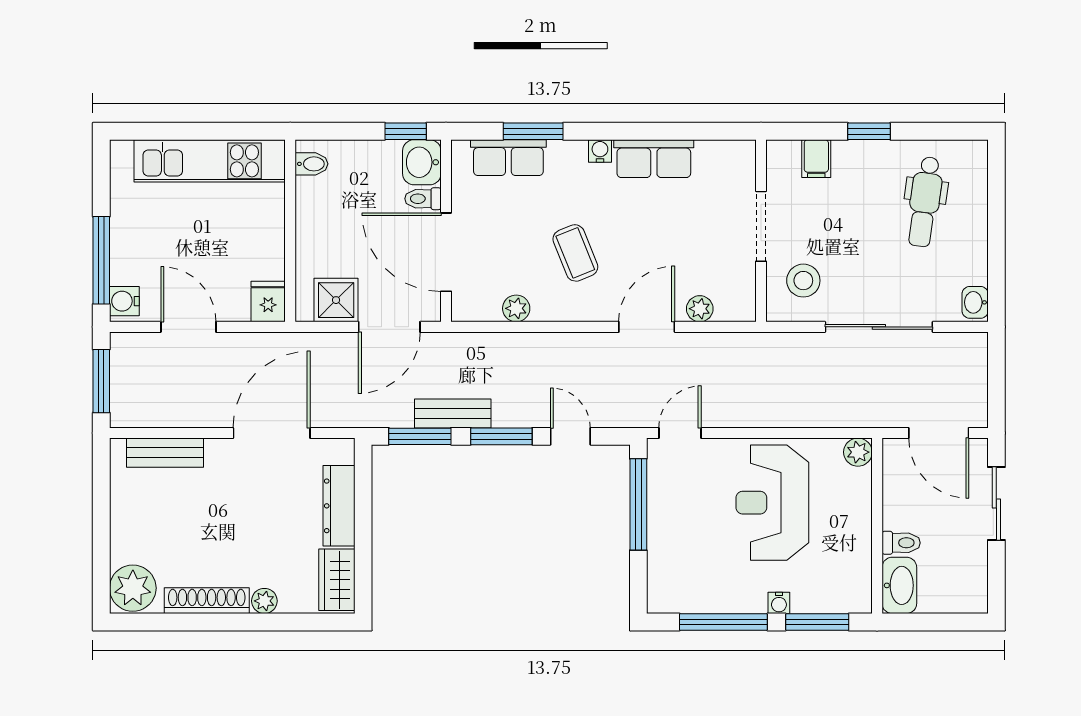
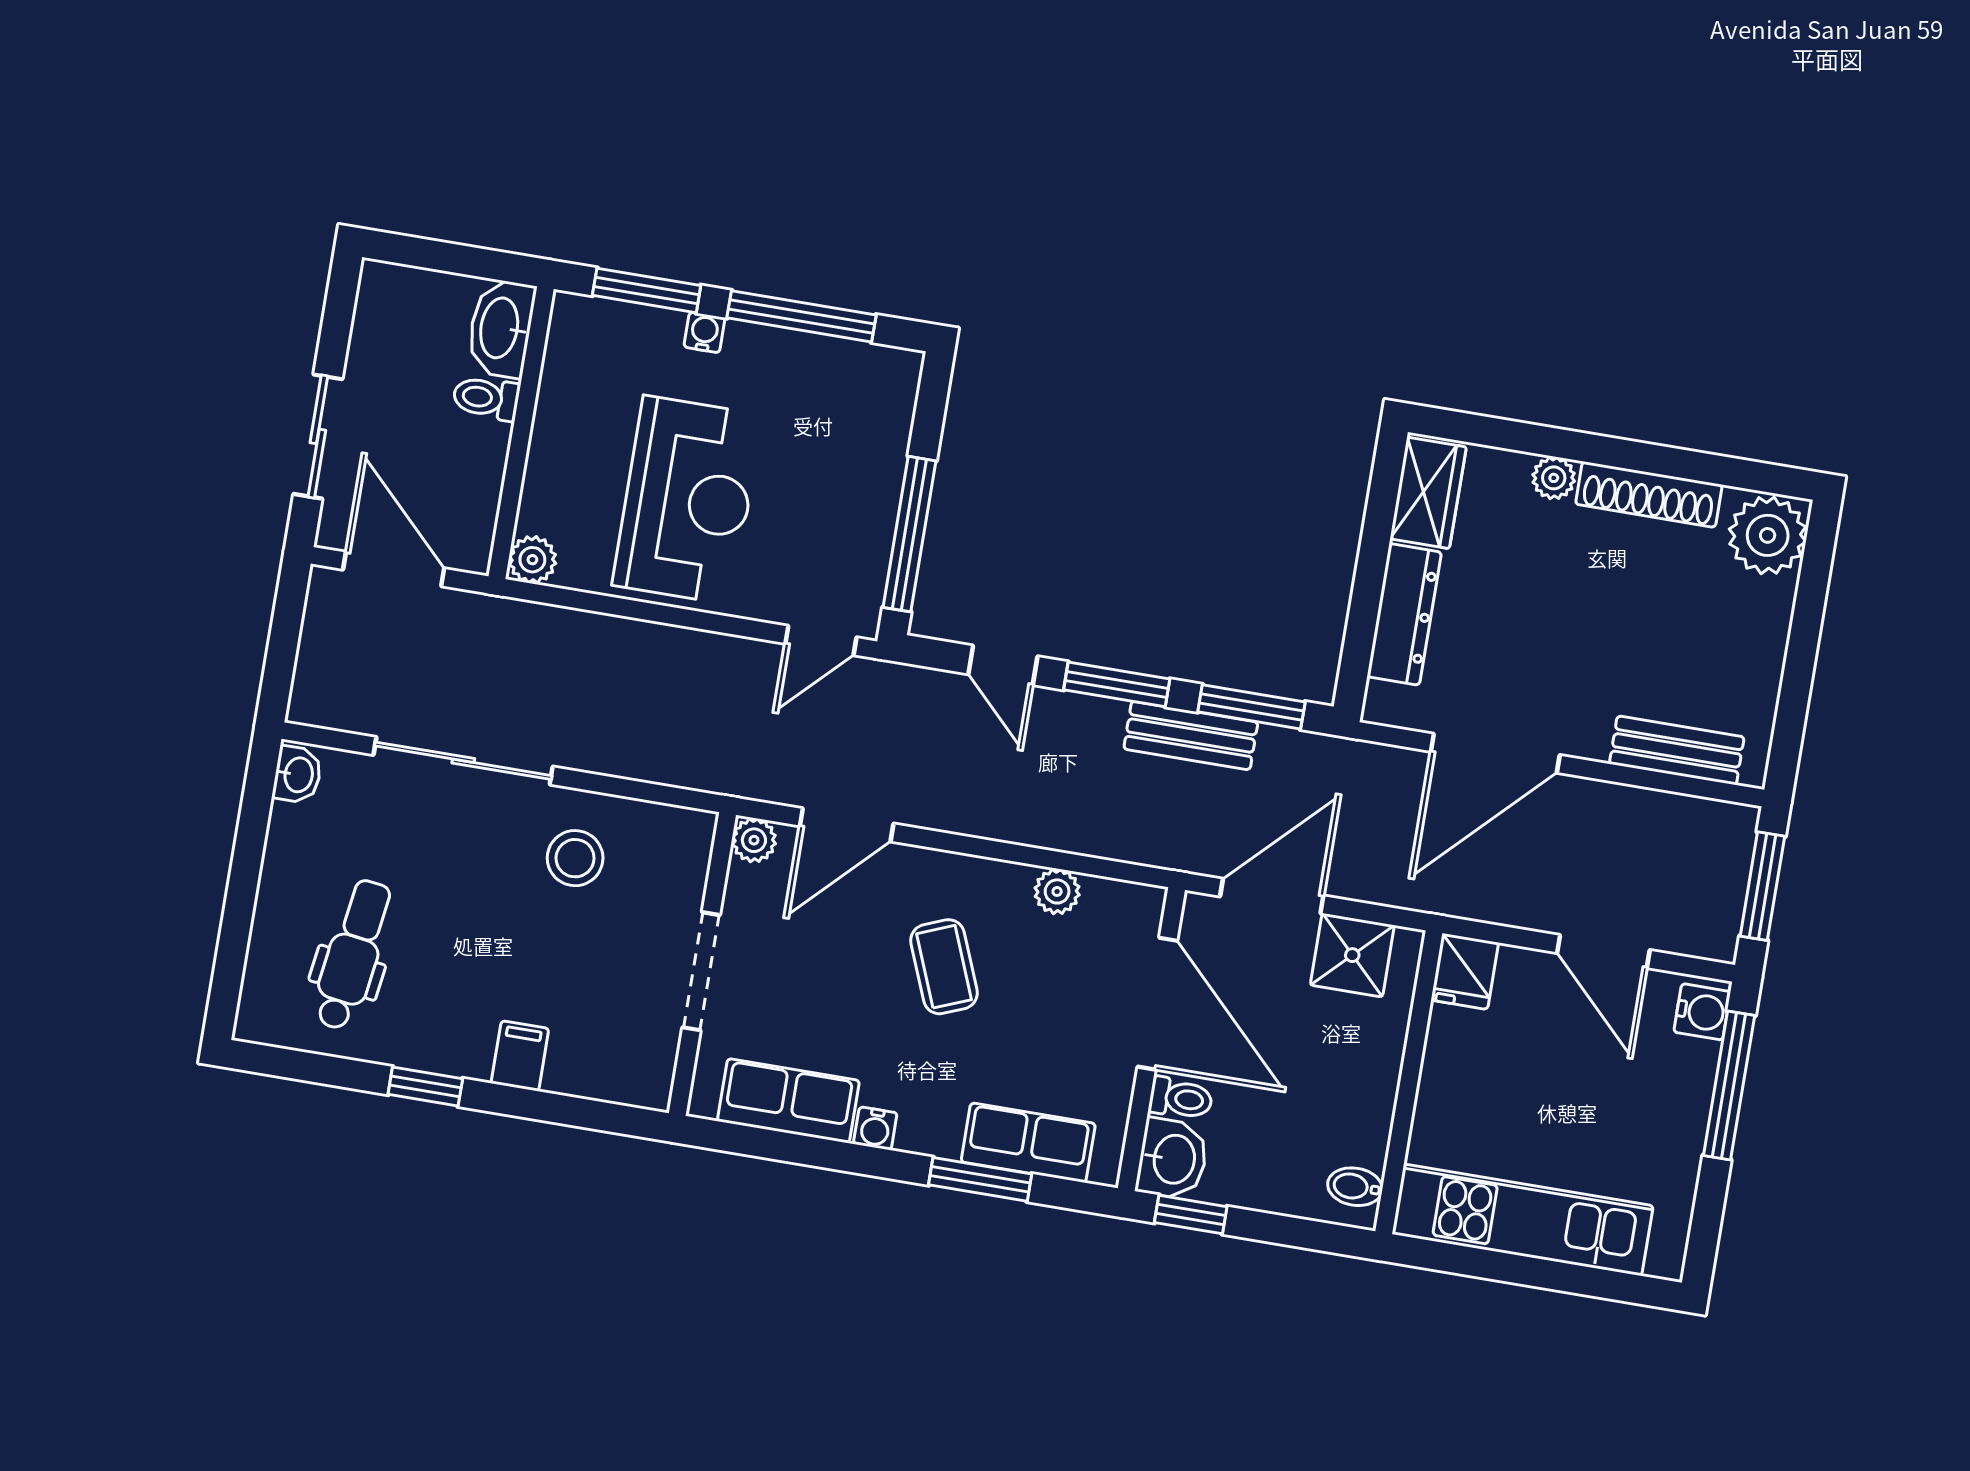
doorway: (761, 226) -> (701, 971), moved
wall: (761, 231) -> (702, 964), moved

